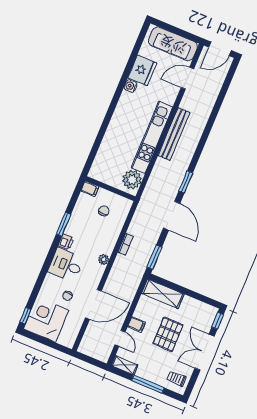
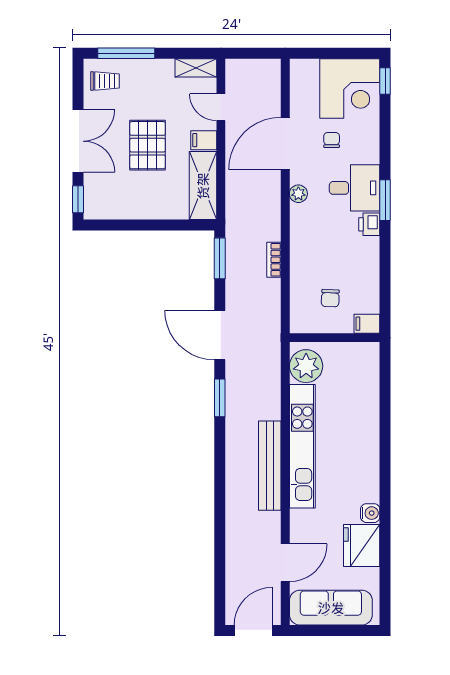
window: (63, 224) -> (385, 200), moved
plant: (104, 259) -> (298, 194), moved
shelving: (163, 294) -> (203, 186), moved, turned 90
window: (148, 384) -> (126, 53), moved

